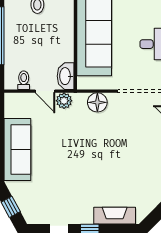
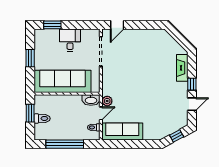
floor lamp: (97, 102) -> (108, 79), removed
sofa: (17, 149) -> (122, 131), moved

